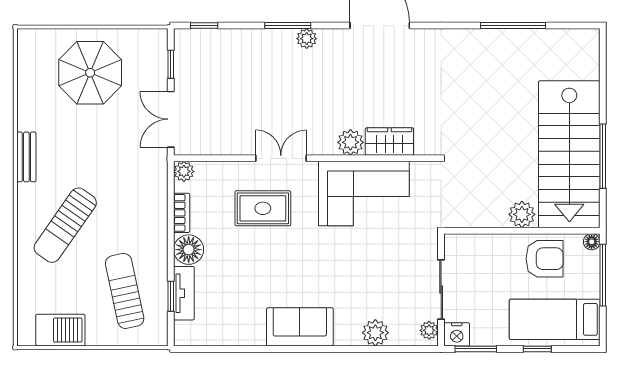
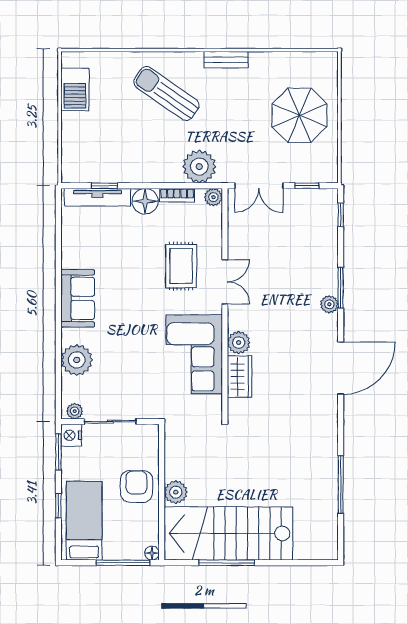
double door: (171, 119) -> (259, 186), swing flipped
plant: (149, 187) -> (199, 167), added
armchair: (545, 259) -> (136, 486), moved, turned 180
sun lounger: (125, 291) -> (109, 145), removed
tv unit: (184, 293) -> (97, 197), width x1.41
plant: (375, 333) -> (77, 360), width x1.36, depth x1.36

